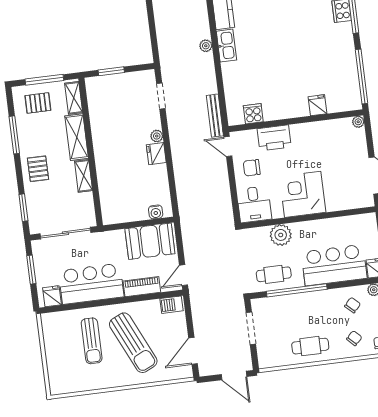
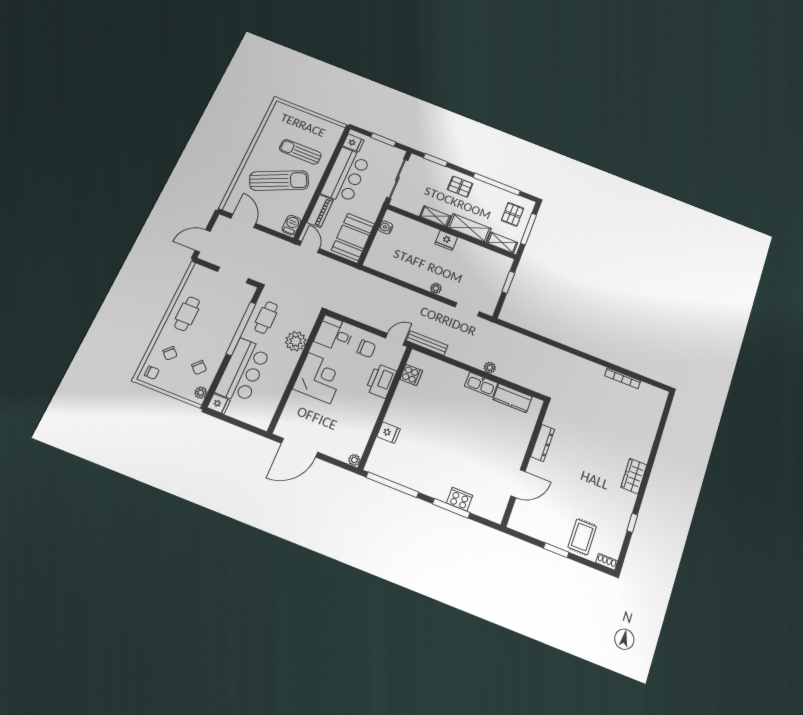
window: (14, 135) -> (497, 184), width x1.46
fridge: (156, 154) -> (446, 240), moved, turned 180
chair: (252, 168) -> (366, 349), turned 90
water cooler: (156, 212) -> (386, 227), moved
sun lounger: (133, 343) -> (279, 181), turned 180

